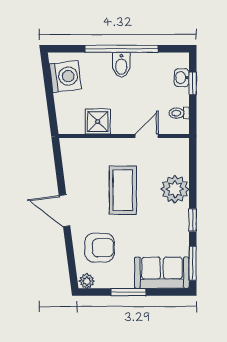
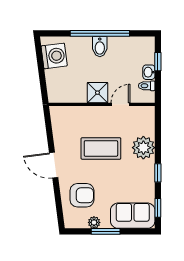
washbasin: (182, 78) -> (149, 72), moved
shower: (98, 122) -> (97, 93), moved
coffee table: (123, 190) -> (101, 148), turned 90
window: (193, 263) -> (158, 208), width x0.67
plant: (87, 281) -> (94, 222), moved

